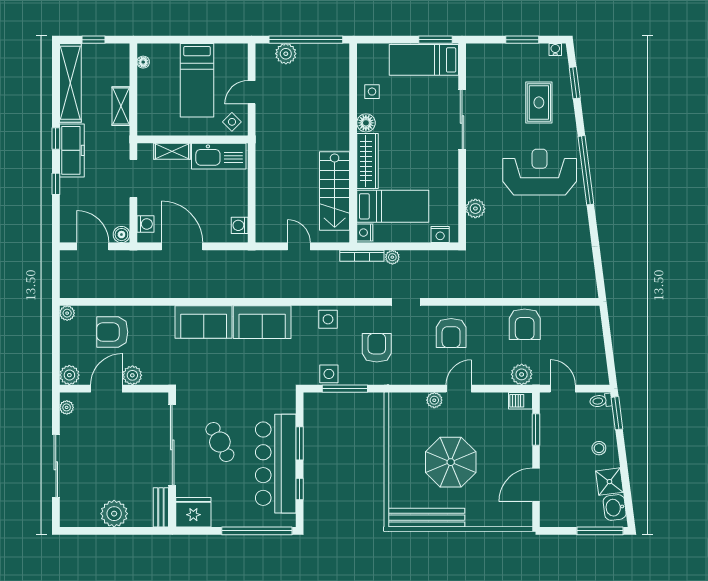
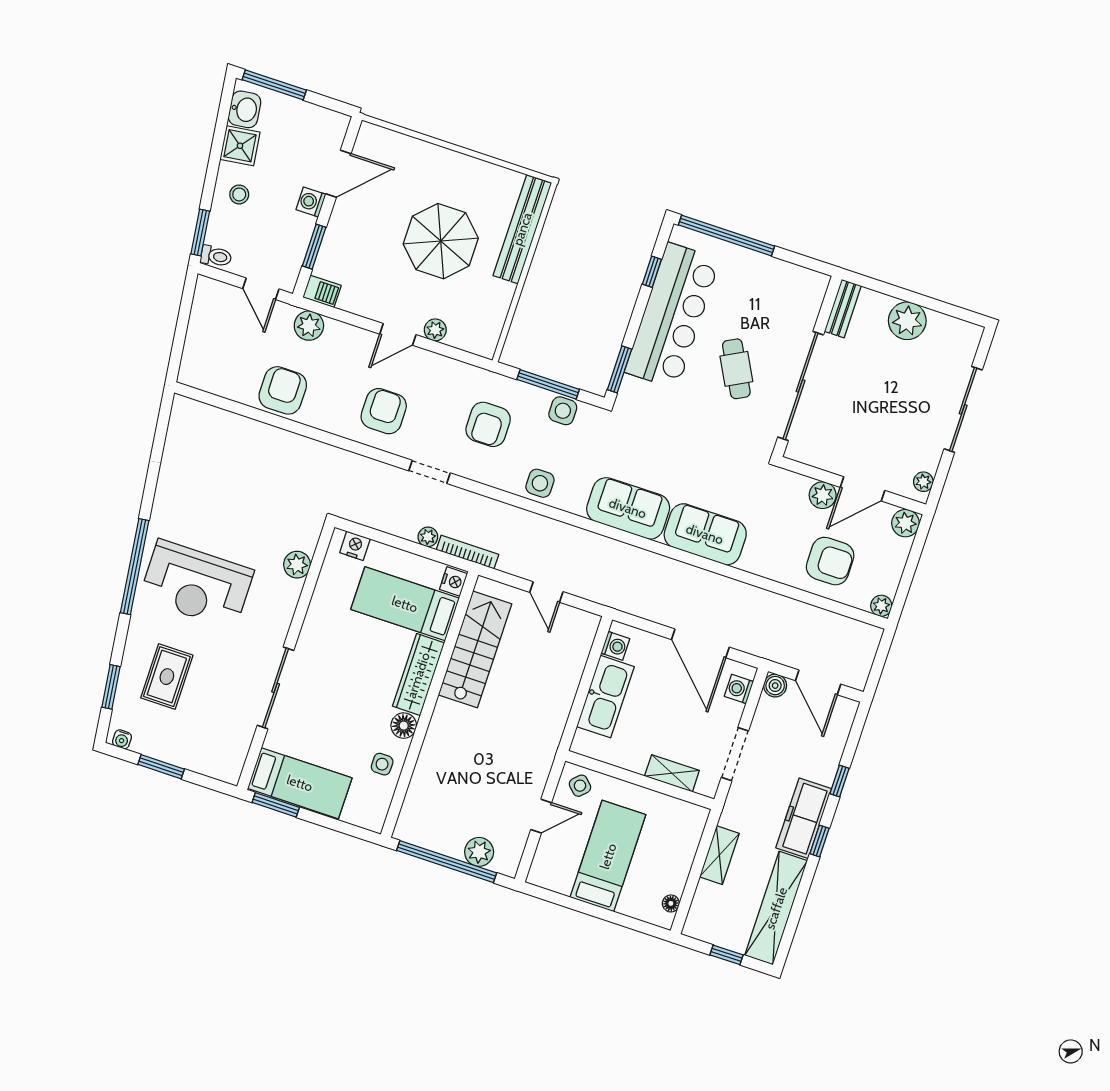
kitchen sink: (219, 156) -> (605, 697), moved, turned 90
window: (300, 443) -> (619, 369), moved
washing machine: (548, 459) -> (311, 202), added
fridge: (193, 512) -> (802, 288), removed
bench: (426, 518) -> (522, 229), moved, turned 90

